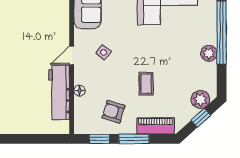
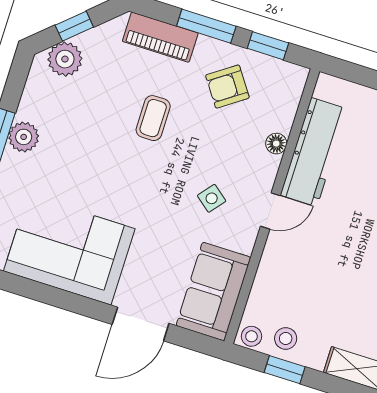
armchair: (113, 112) -> (227, 87), turned 128

